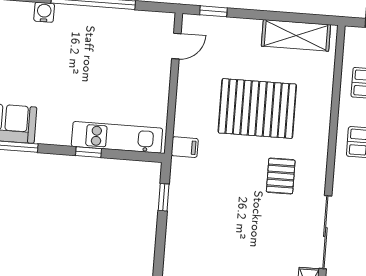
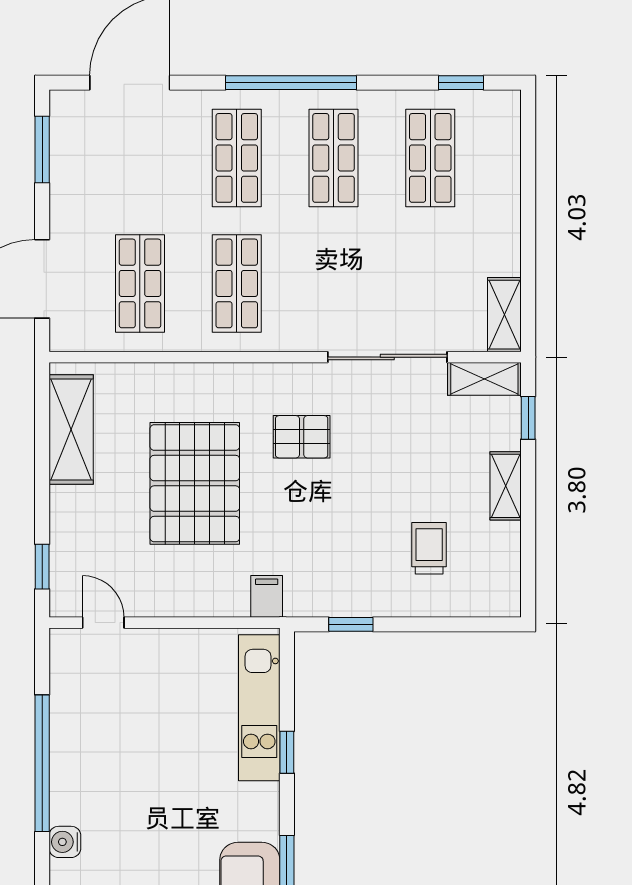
trolley: (207, 249) -> (429, 548), added

